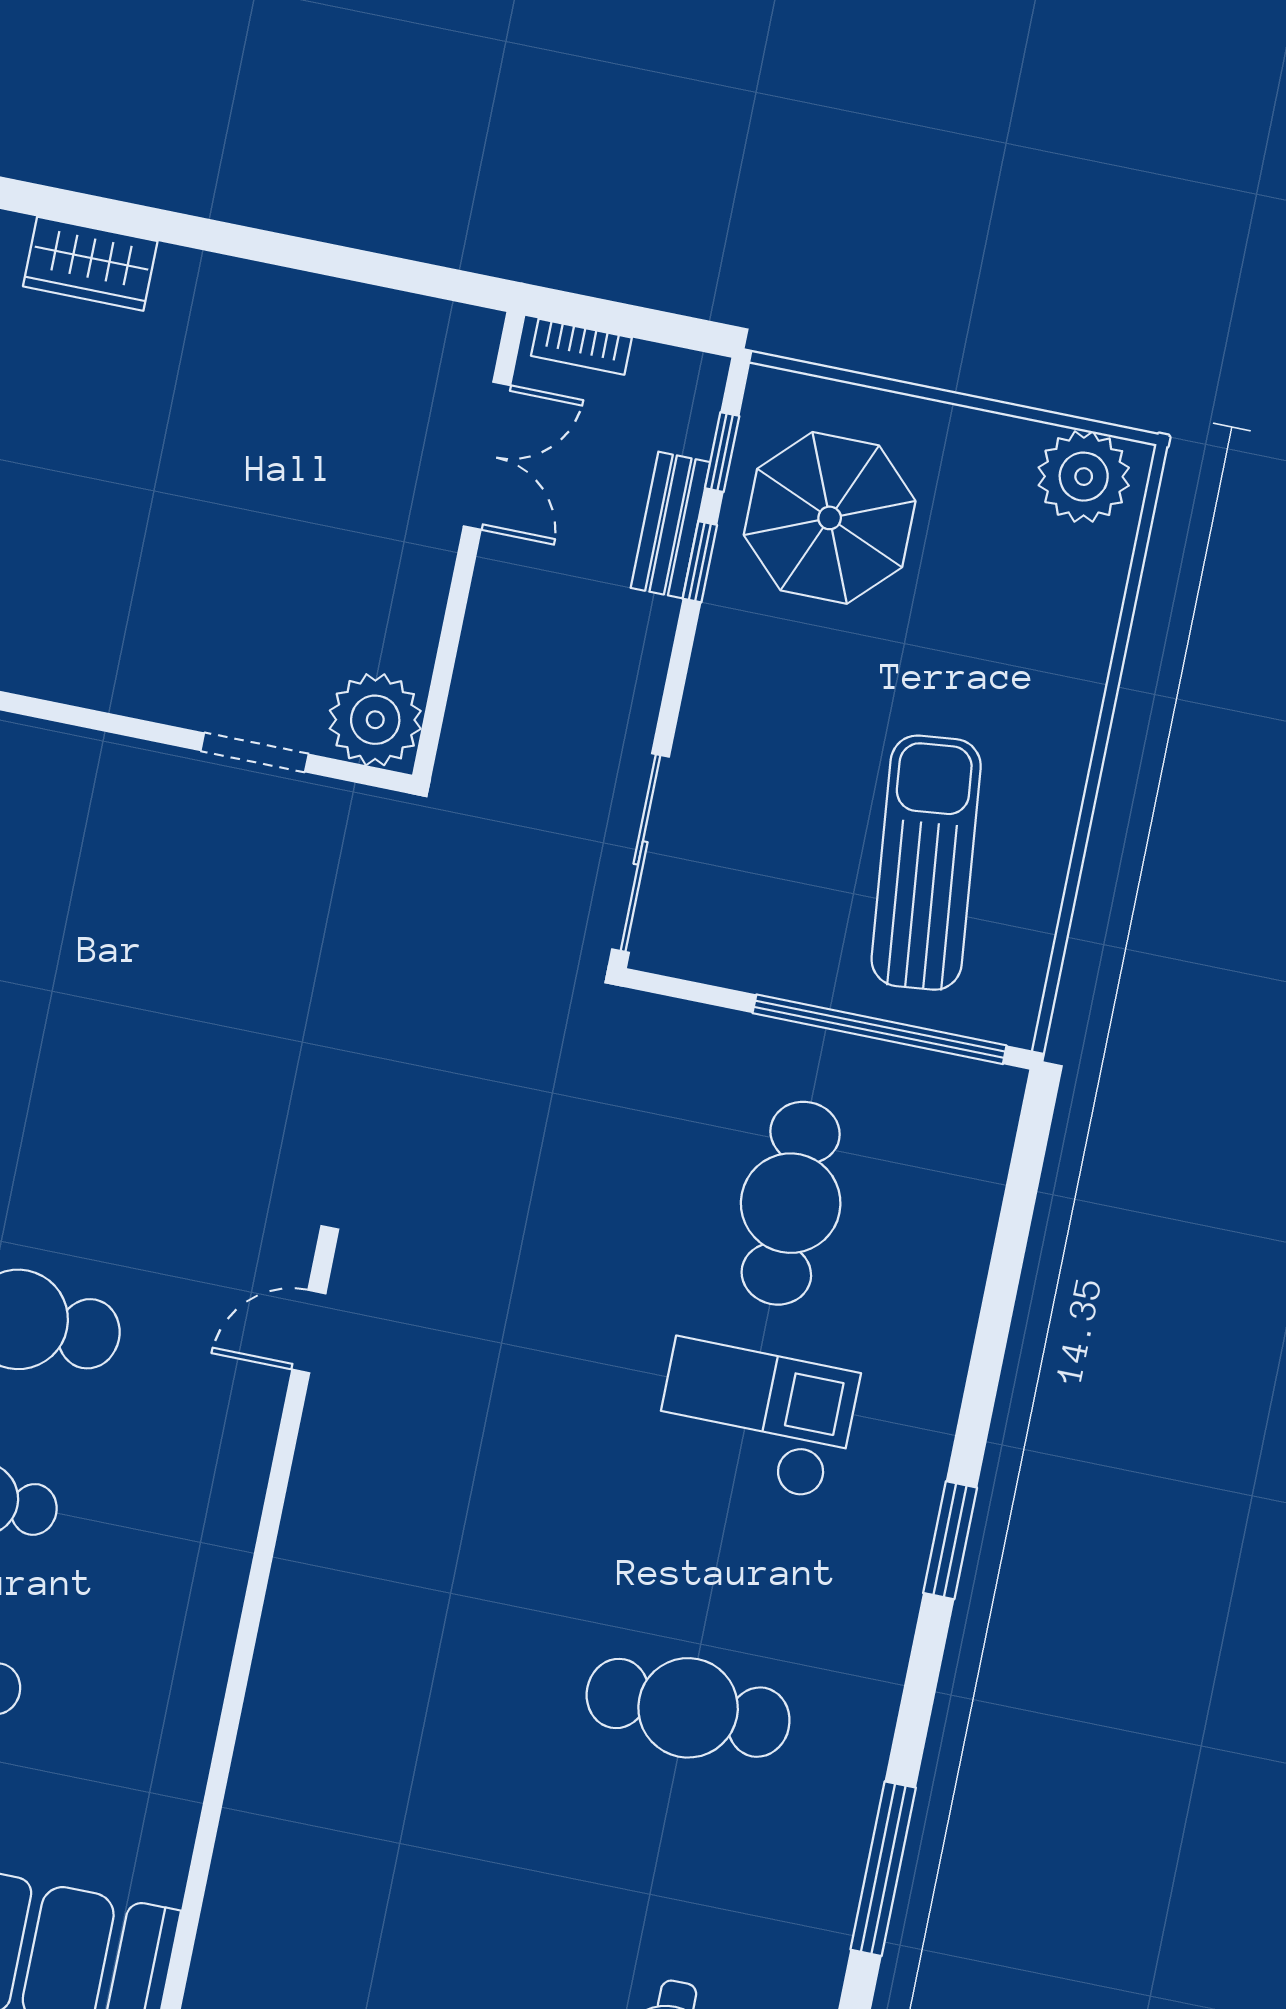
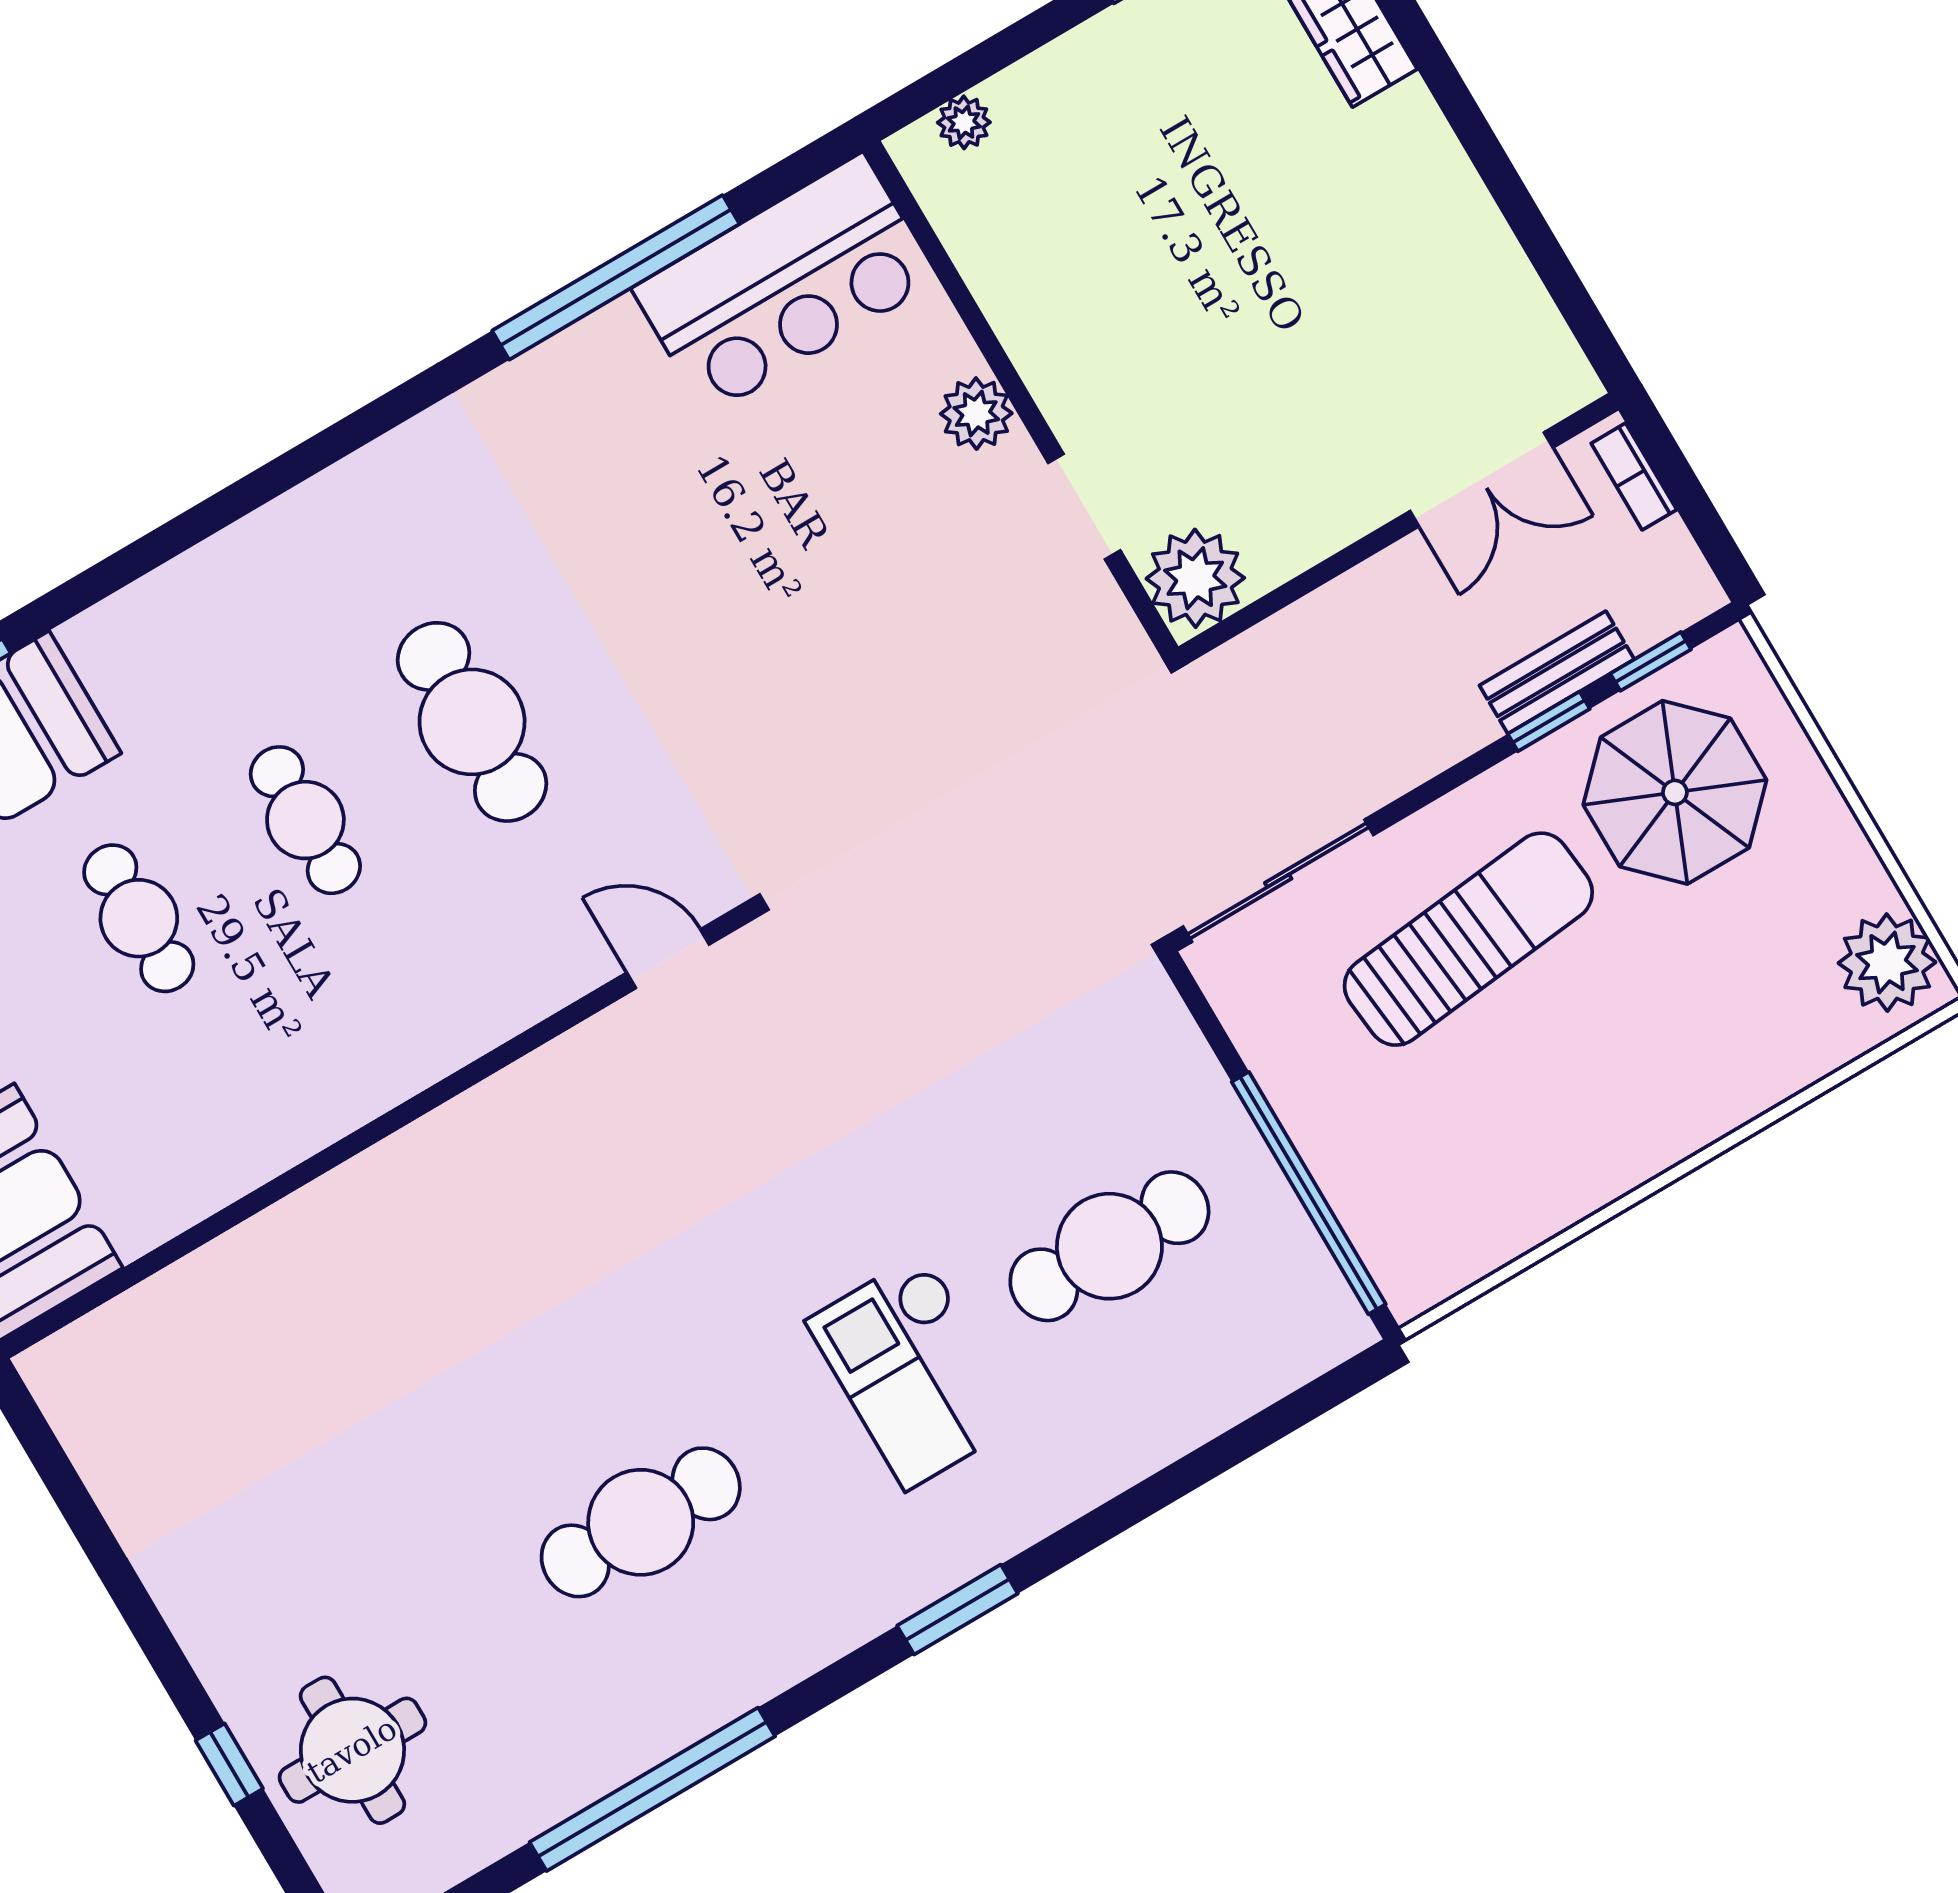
plant: (121, 769) -> (976, 414), added
sun lounger: (926, 863) -> (1468, 939), moved
checkout: (755, 1419) -> (915, 1371), turned 180
cafe table: (688, 1708) -> (641, 1522), turned 90
window: (883, 1869) -> (652, 1789), width x1.46

